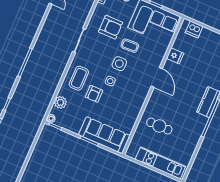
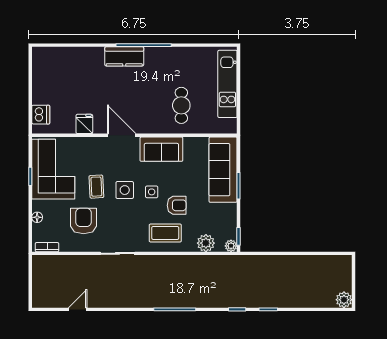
door: (157, 77) -> (122, 135), hinge flipped
sofa: (136, 100) -> (161, 149), added

